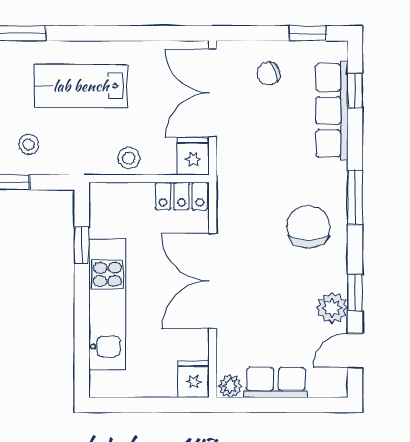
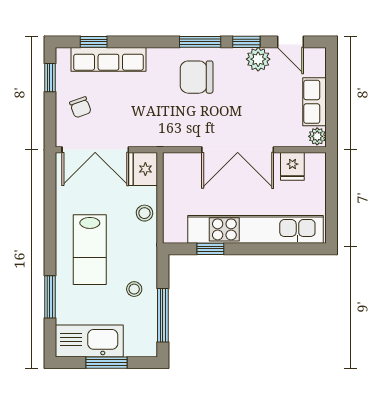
fridge: (193, 156) -> (143, 169), width x1.38
locker: (182, 196) -> (173, 173), removed
window: (355, 197) -> (200, 42), moved
kitchen unit: (107, 304) -> (255, 229), width x1.36
fridge: (194, 379) -> (292, 166), moved, turned -90

